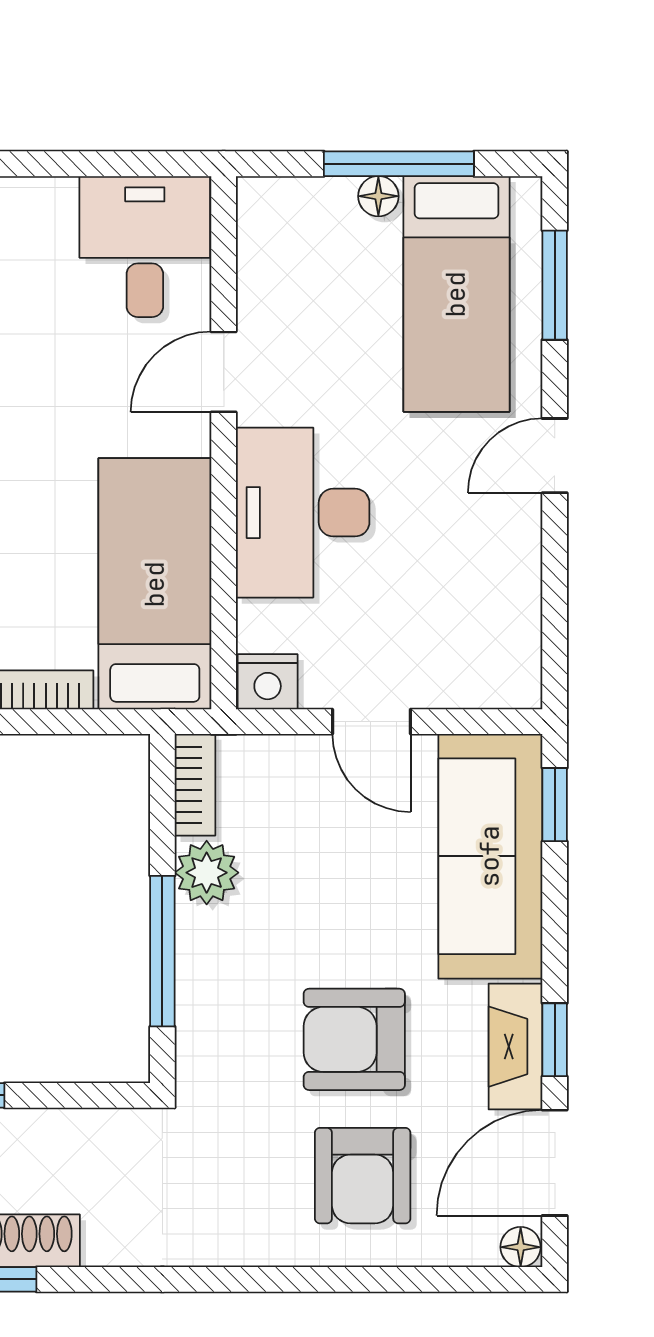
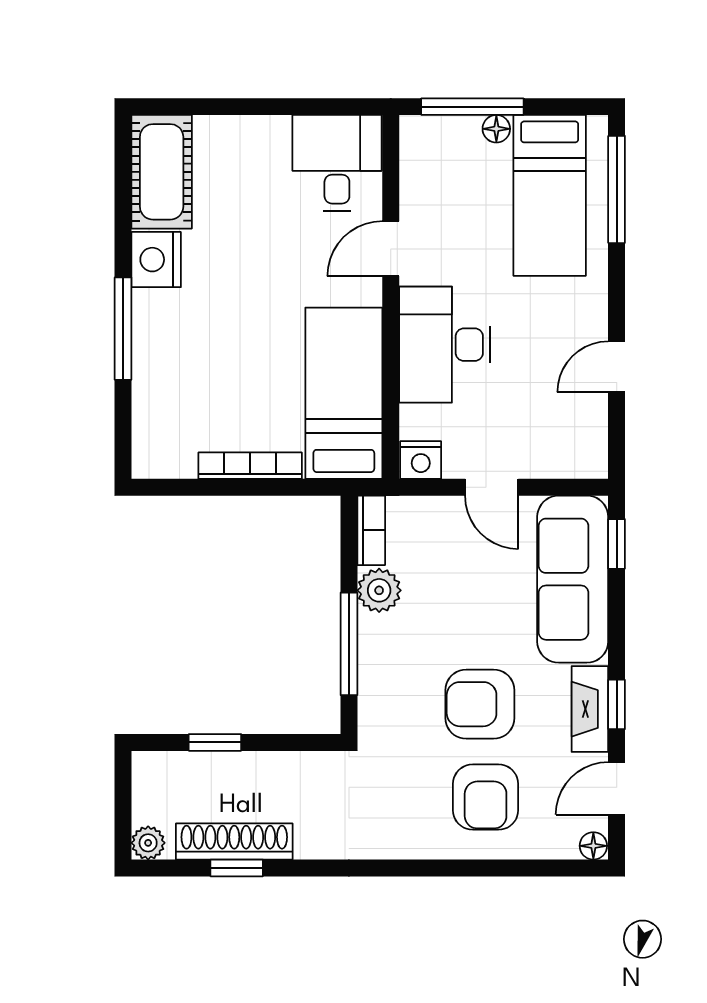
window: (399, 164) -> (472, 107), moved
window: (555, 285) -> (617, 189), width x1.44
door: (555, 456) -> (617, 367), moved
door: (555, 1163) -> (617, 788), width x0.73

